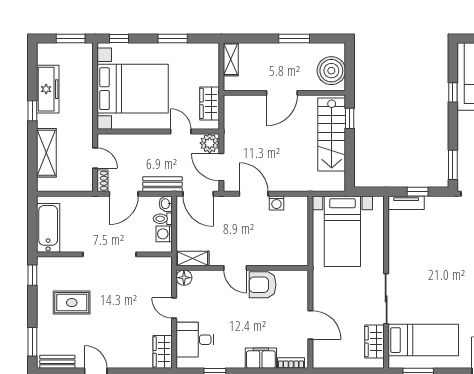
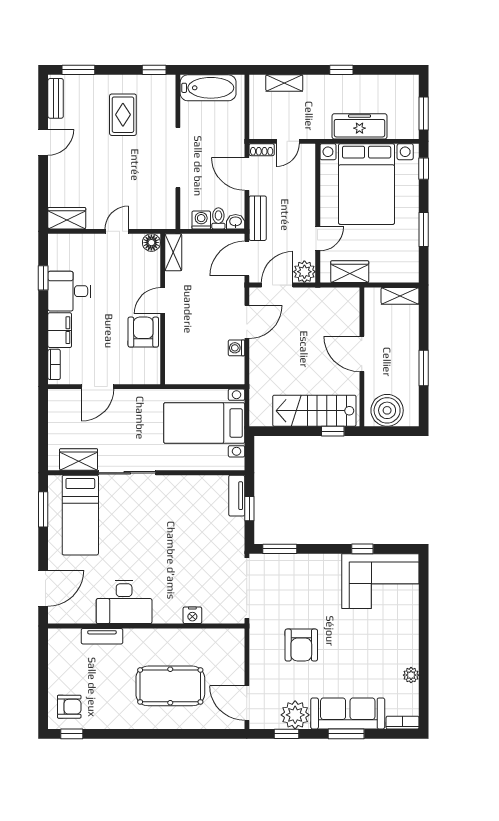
freezer: (48, 89) -> (359, 126), moved, turned 180
shelving: (46, 153) -> (284, 83), width x0.67, depth x0.75
desk: (195, 340) -> (69, 291), moved, turned -90

